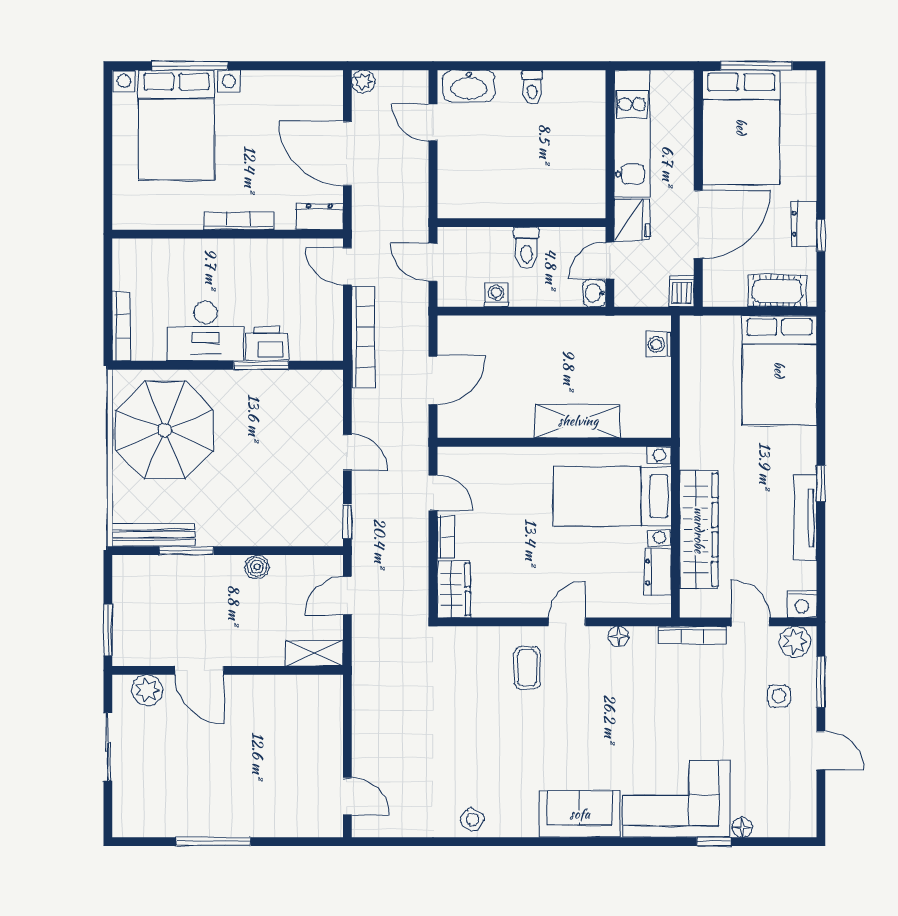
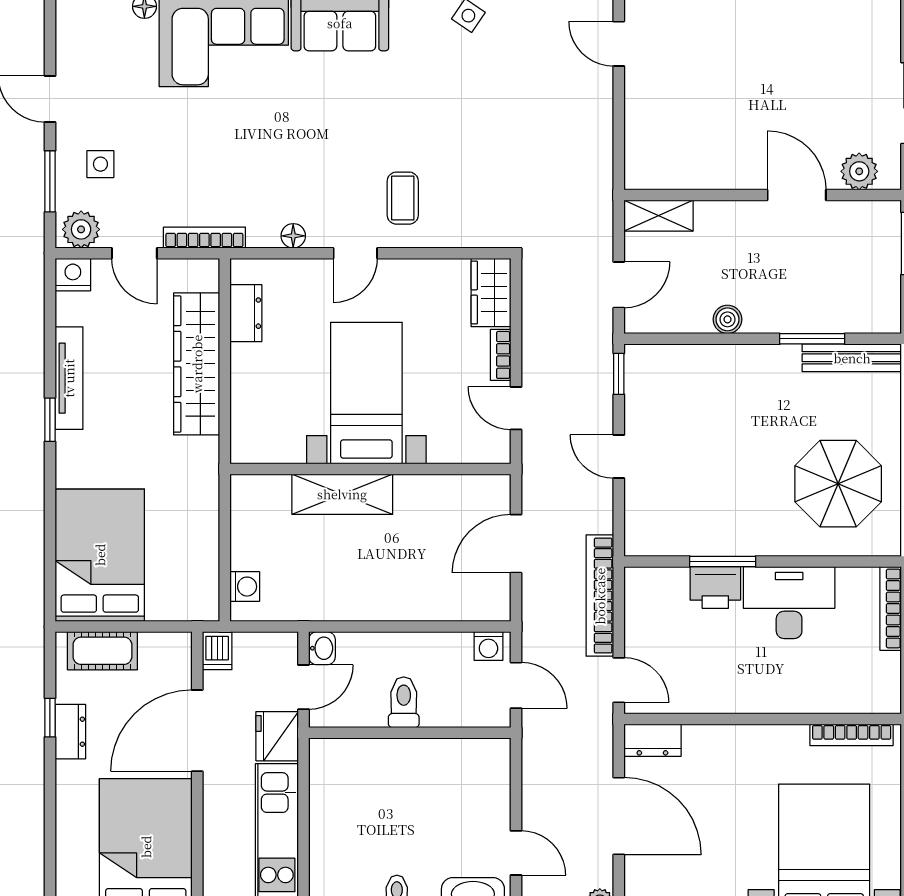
bookcase: (238, 221) -> (852, 735), moved
washing machine: (496, 295) -> (488, 646), moved
parasol: (165, 430) -> (838, 484), width x0.73, depth x0.73
bed with nightstands: (612, 496) -> (366, 393), moved, turned -90

